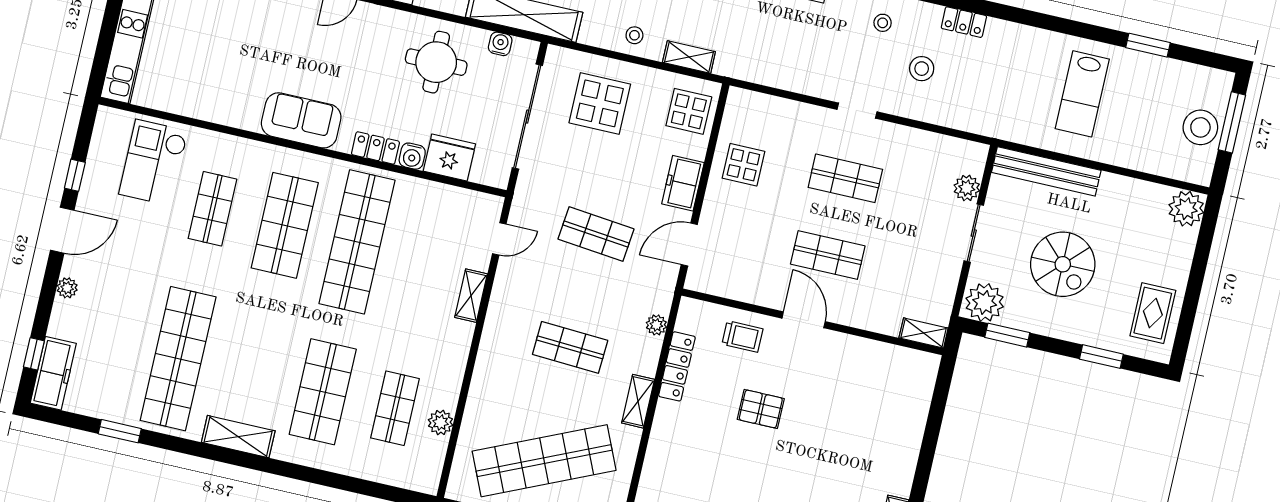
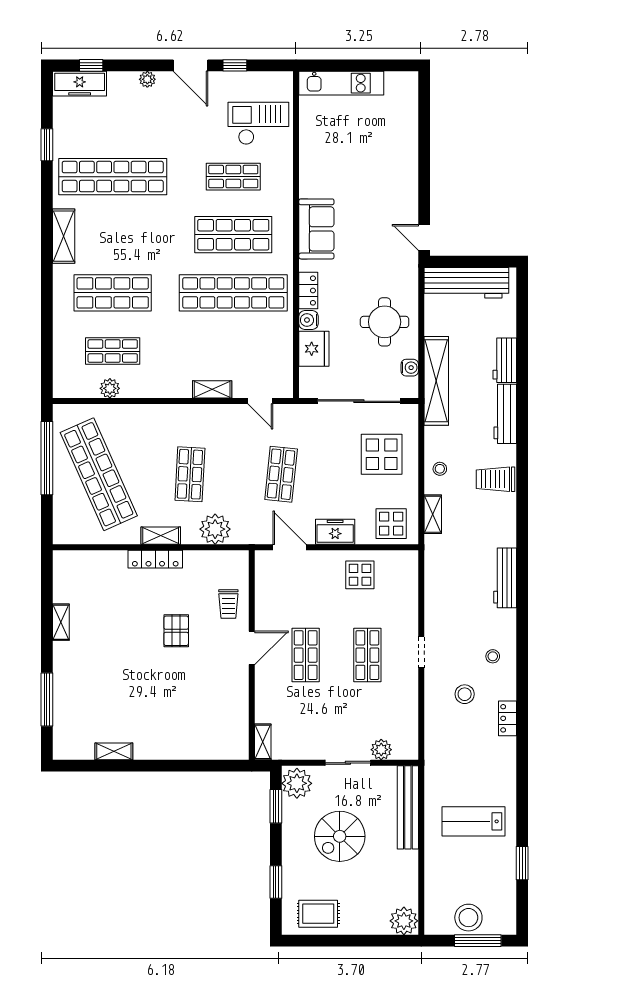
plant: (656, 325) -> (215, 529), width x1.87, depth x1.87
locker: (677, 366) -> (155, 559), moved

